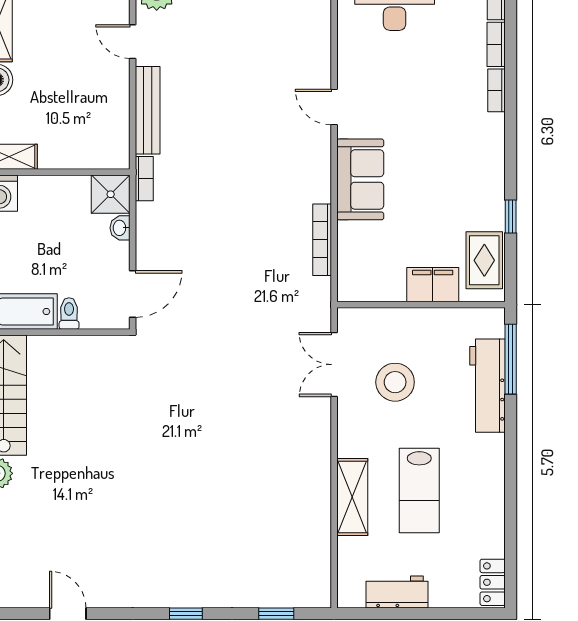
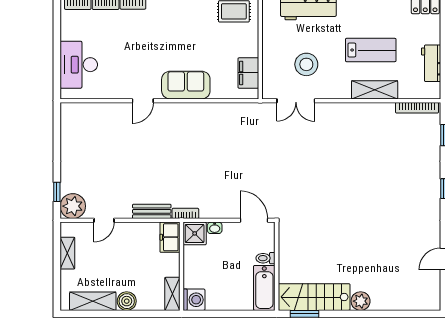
bench: (148, 110) -> (152, 211), width x0.73
freezer: (104, 153) -> (170, 237), added
bookcase: (322, 240) -> (417, 108), moved
filing cabinet: (433, 285) -> (248, 73), moved

